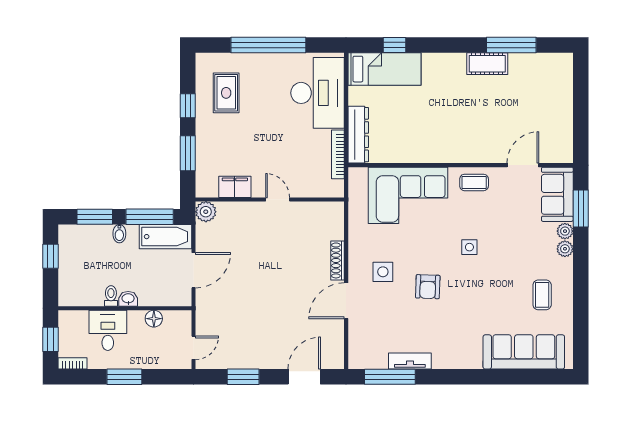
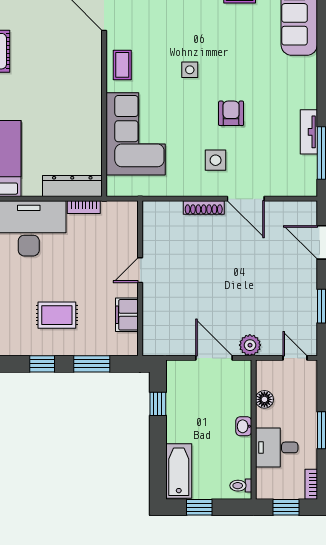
rug: (226, 93) -> (57, 315), moved
bookcase: (338, 154) -> (84, 207), width x0.64
plant: (206, 212) -> (250, 345), moved
window: (95, 217) -> (158, 461), removed
window: (150, 217) -> (158, 404), width x0.46
bidet: (119, 234) -> (176, 435), removed
bathtub: (165, 237) -> (179, 471), moved
armchair: (428, 287) -> (231, 113), turned -92
toilet: (111, 296) -> (241, 486), moved

